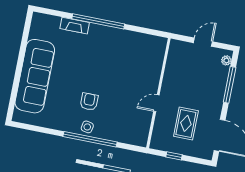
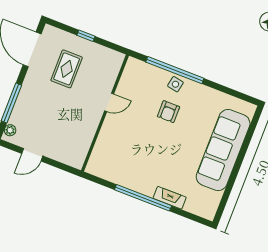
wall: (158, 93) -> (105, 113), moved
door: (156, 103) -> (109, 102), moved

